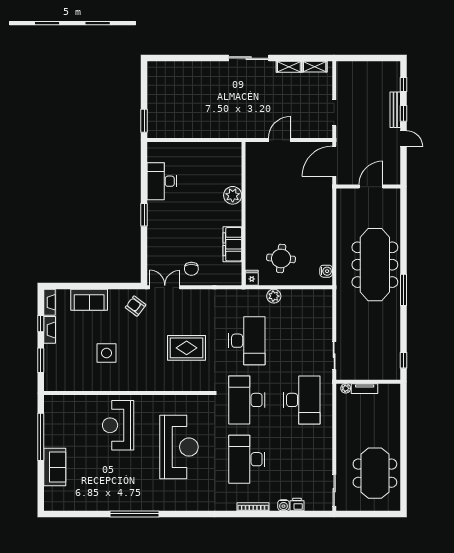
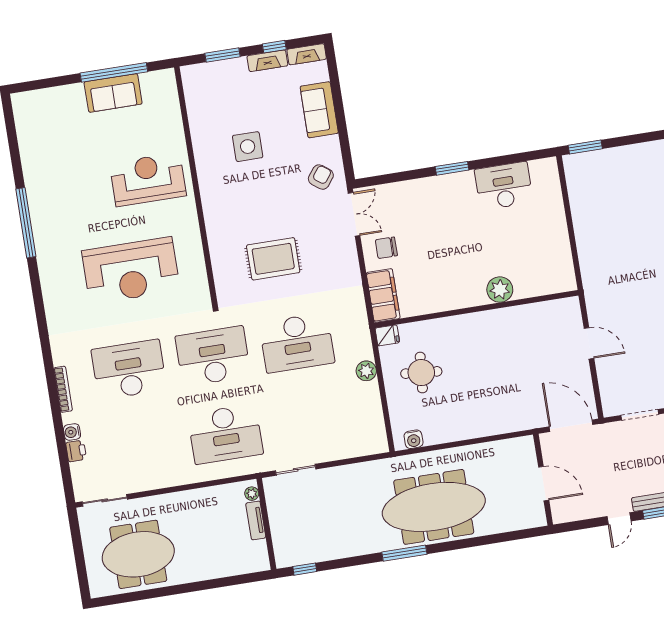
filing cabinet: (232, 244) -> (383, 295), moved, turned 90
rug: (187, 348) -> (273, 259), turned 90
sofa: (55, 467) -> (113, 93), moved

